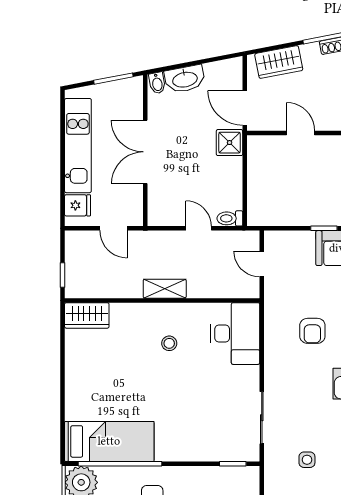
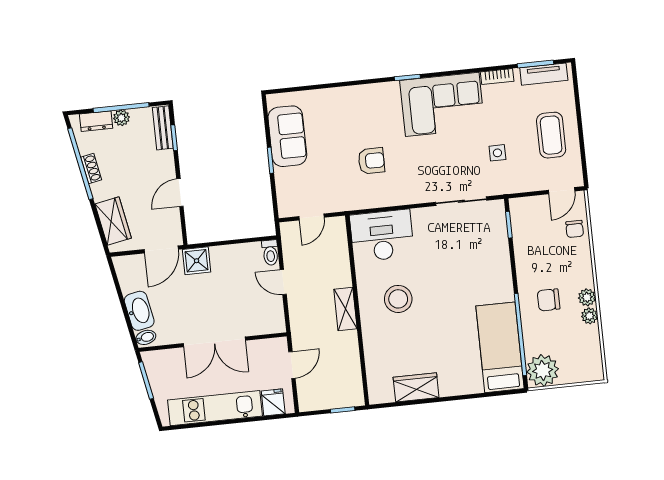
door: (199, 228) -> (283, 282), hinge flipped
wardrobe: (87, 315) -> (416, 387), moved, turned -90
stool: (169, 343) -> (398, 299), width x1.89, depth x1.89

